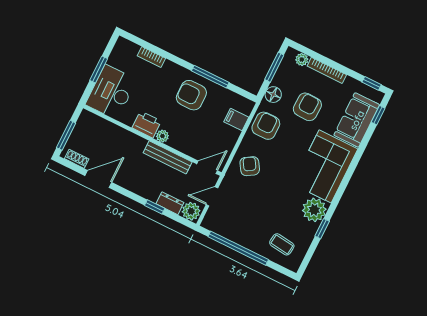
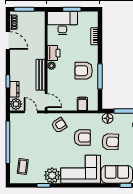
armchair: (191, 95) -> (84, 71), turned -90
armchair: (266, 126) -> (82, 138), moved

